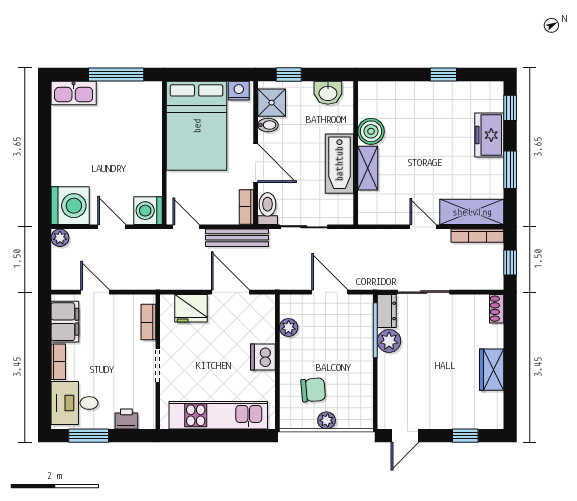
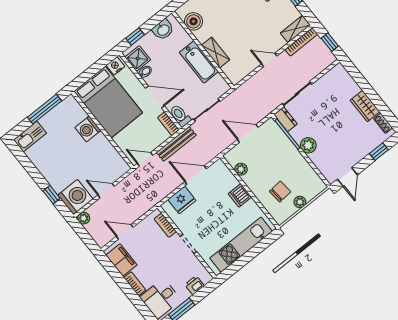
boiler: (371, 131) -> (193, 21), moved
window: (45, 181) -> (52, 195), added
washing machine: (148, 211) -> (88, 129), moved
shelving: (472, 212) -> (295, 29), width x0.67, depth x0.75
shoe rack: (497, 309) -> (383, 123), moved
plant: (389, 341) -> (308, 145), moved

